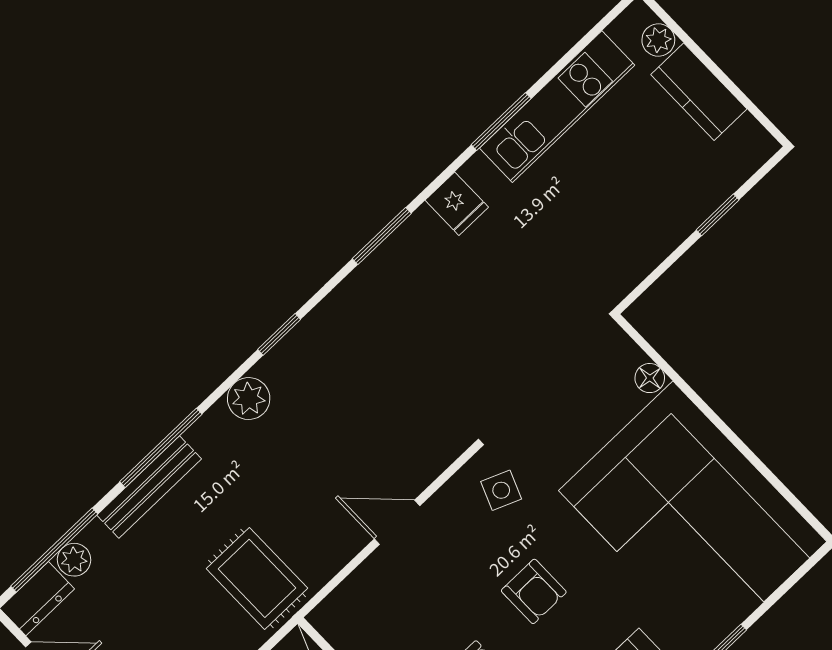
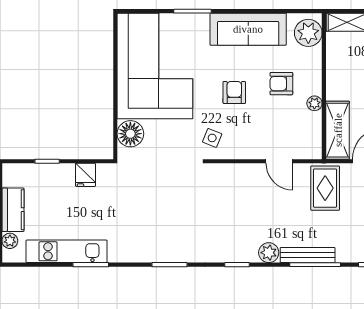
fridge: (457, 204) -> (85, 175), moved, turned 180
floor lamp: (650, 378) -> (130, 134), width x1.89, depth x1.89
bench: (149, 487) -> (308, 255), moved
door: (397, 522) -> (279, 161), moved

